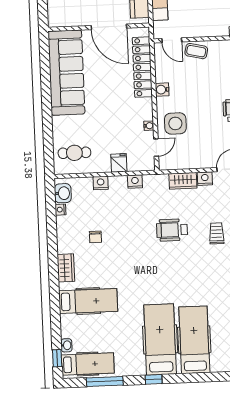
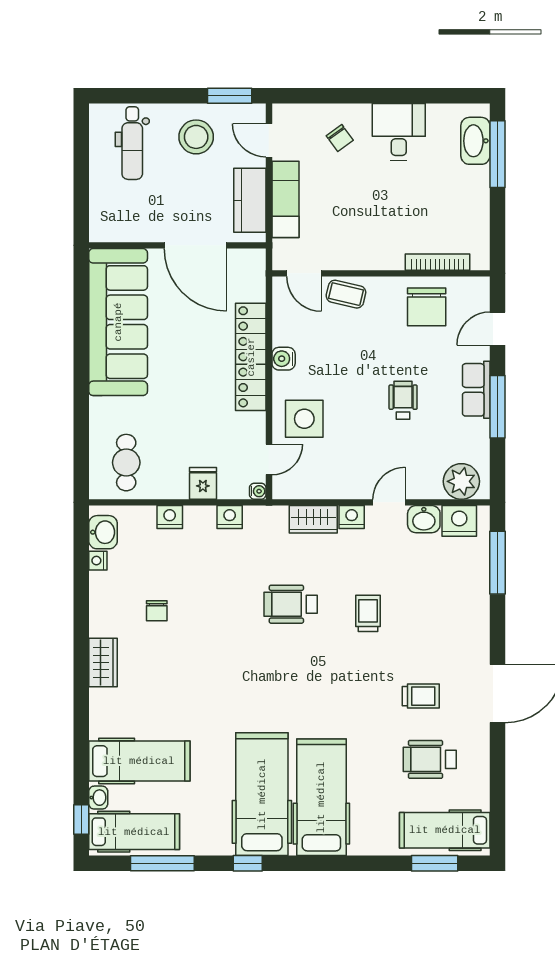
locker: (142, 67) -> (251, 357), moved
water cooler: (149, 126) -> (258, 491), moved
cafe table: (74, 153) -> (126, 463), turned 90
hospital bed: (88, 301) -> (139, 761), moved

